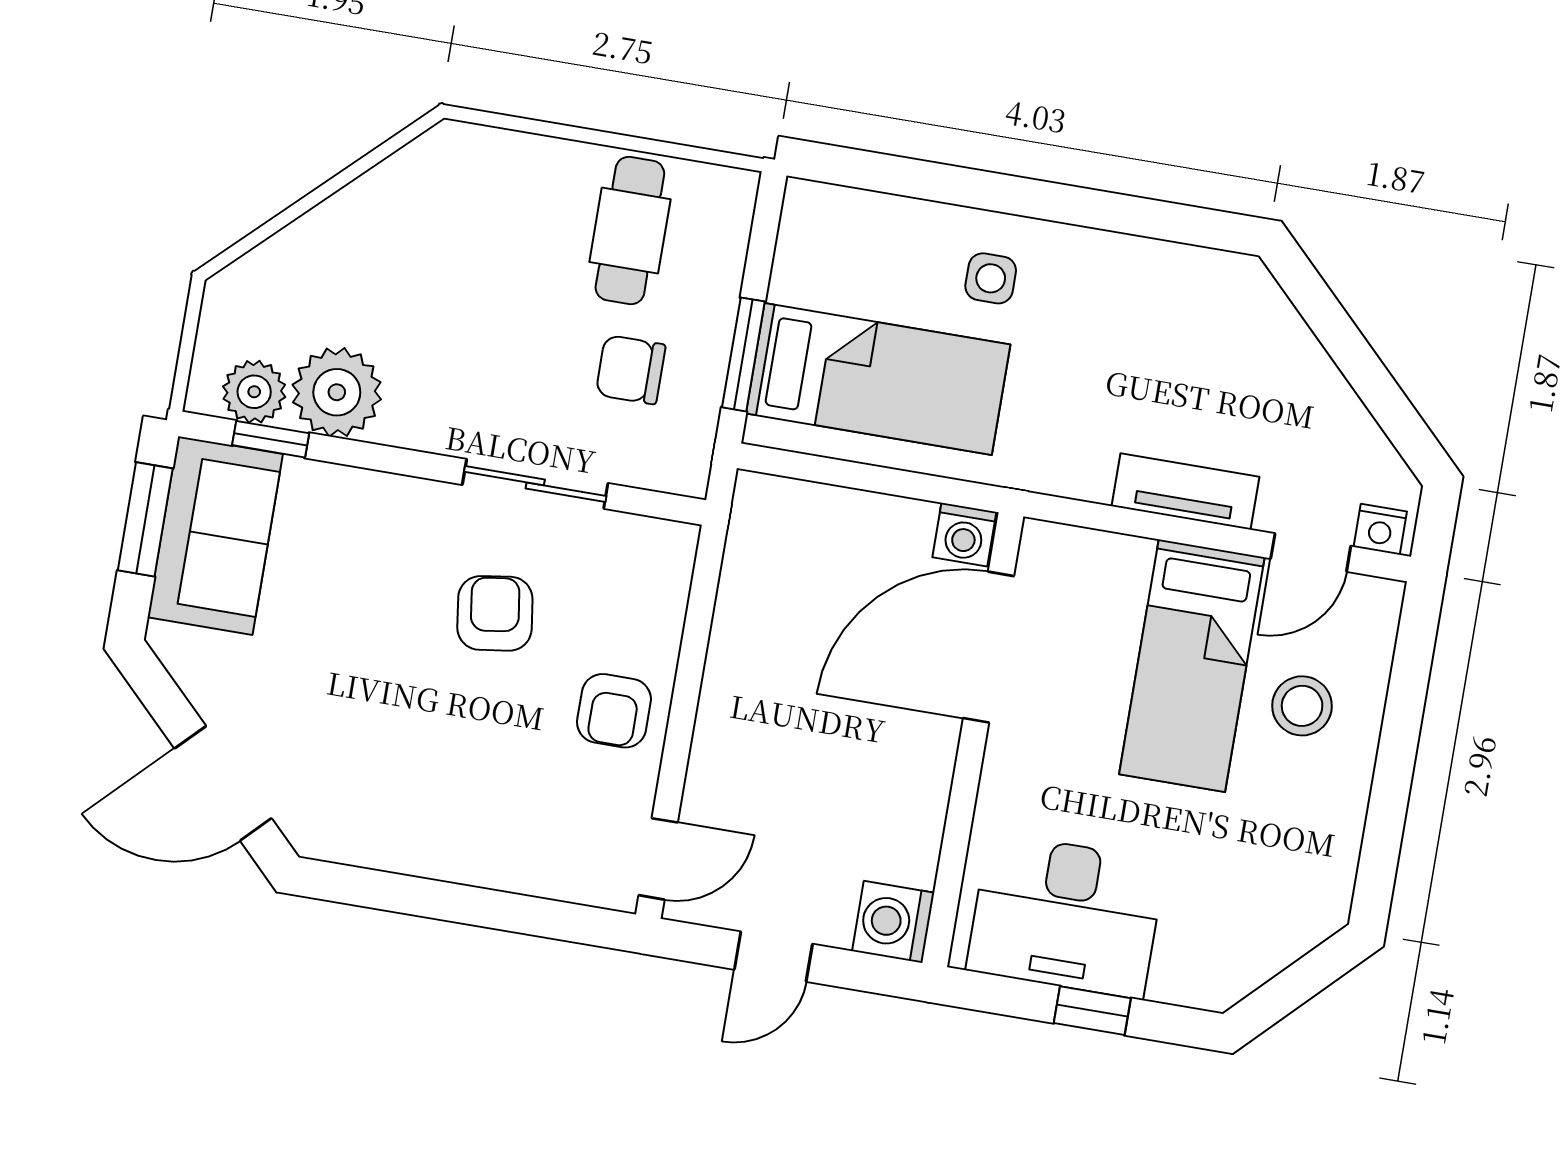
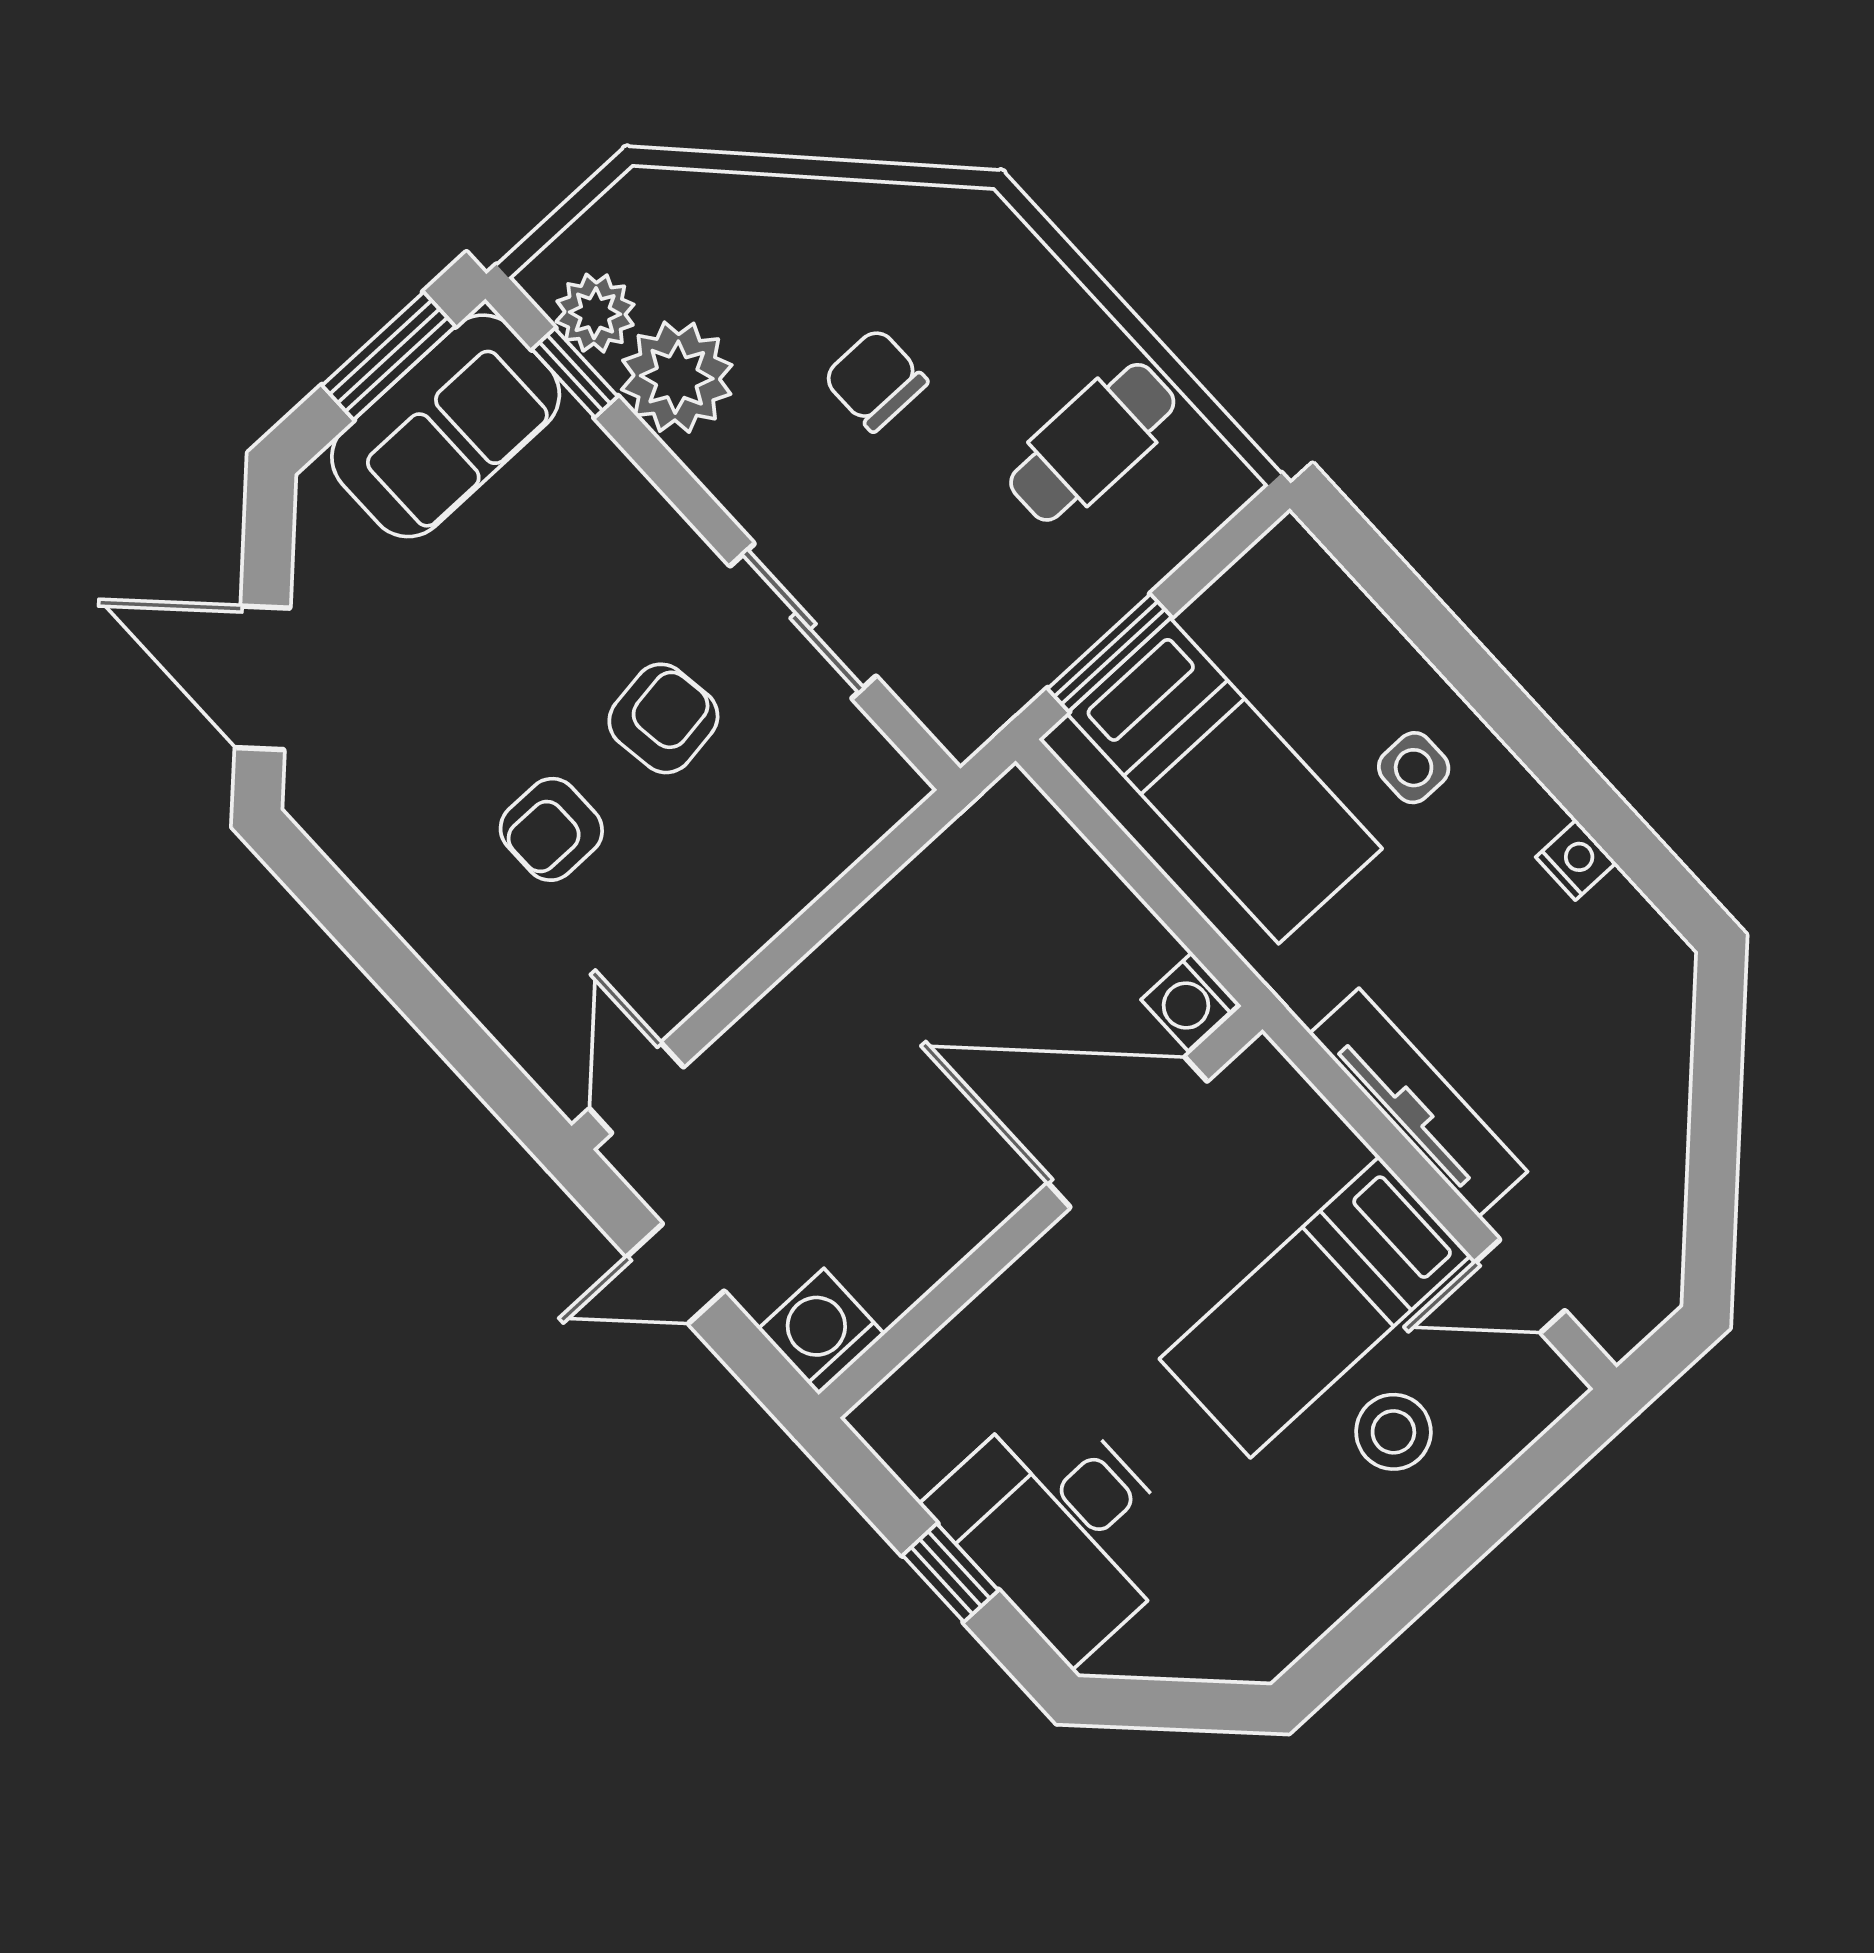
chair: (631, 370) -> (875, 380), moved
tv unit: (1186, 491) -> (1418, 1103), width x1.41
nightstand: (1380, 529) -> (1576, 860), moved, turned 180
armchair: (614, 711) -> (551, 829), moved
door: (658, 859) -> (636, 1088), swing flipped
desk: (1066, 916) -> (1061, 1527), moved

